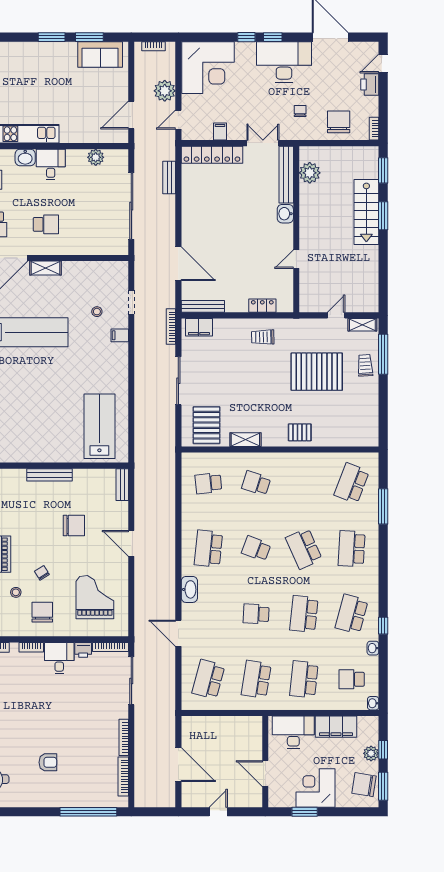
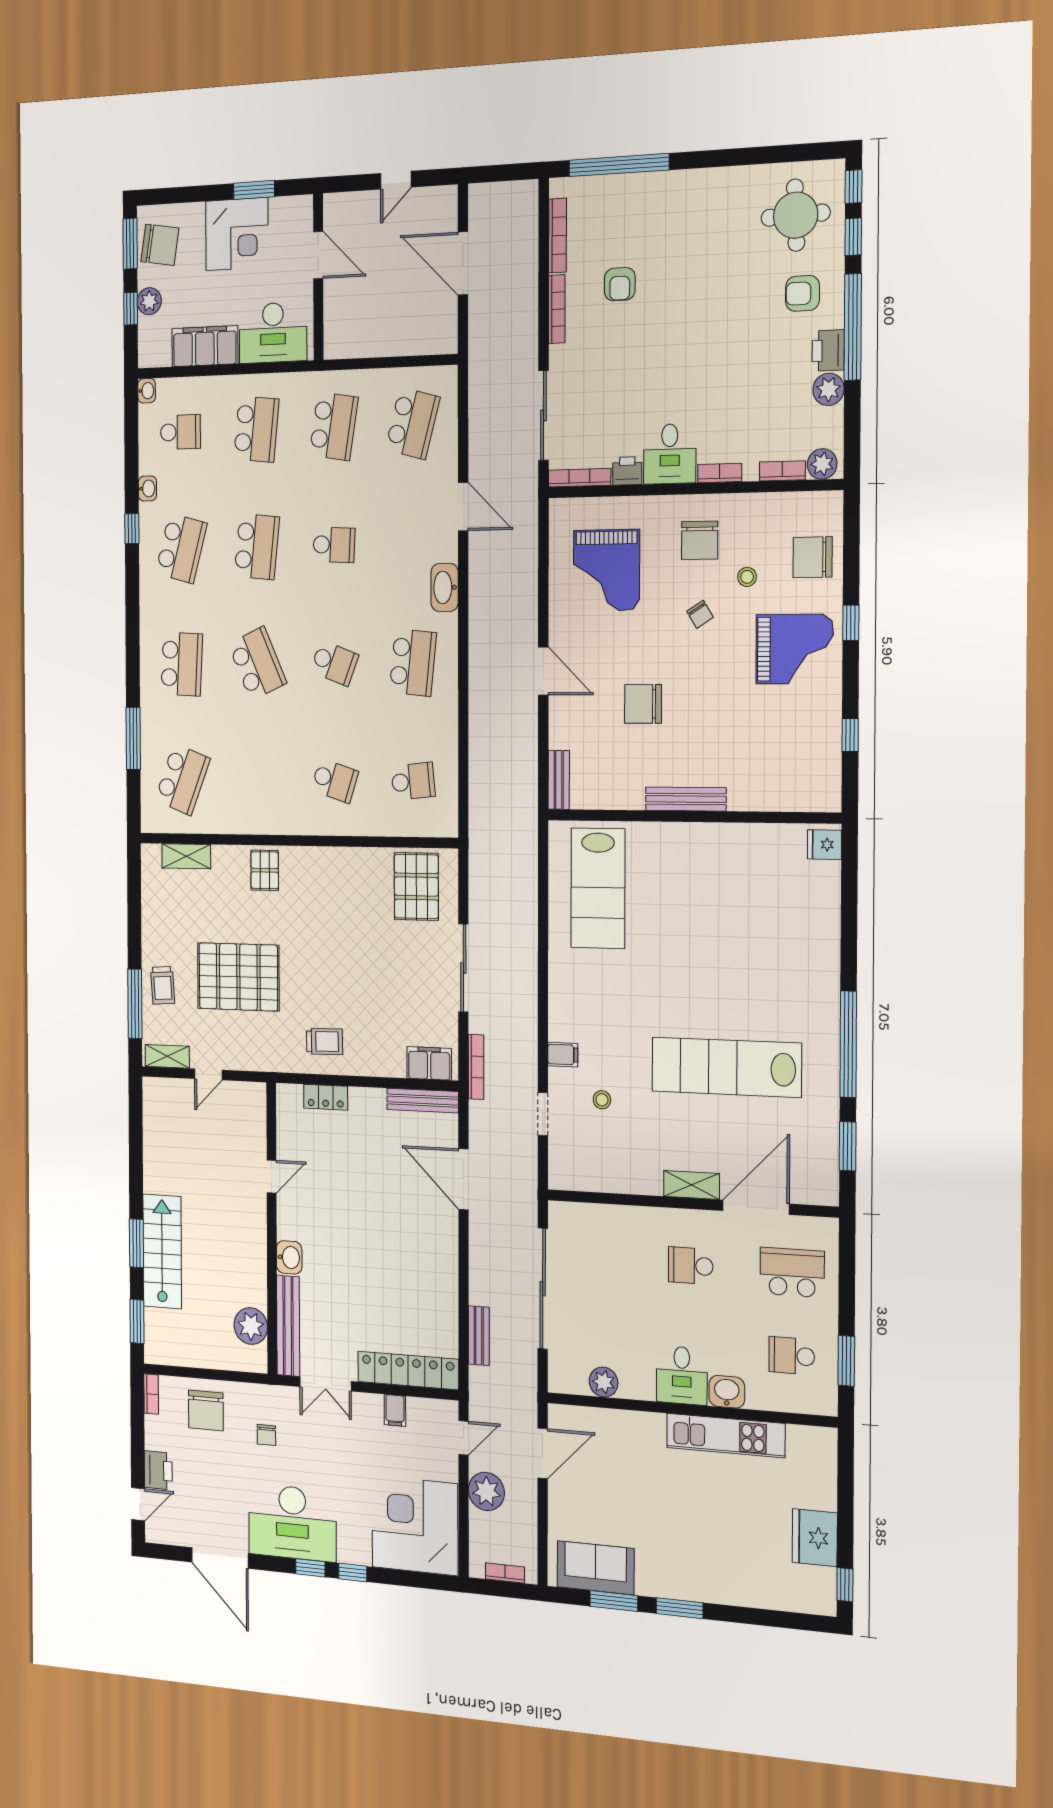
pallet: (300, 432) -> (265, 870), turned 90
shelving: (245, 440) -> (186, 856), moved
armchair: (48, 762) -> (620, 284), moved, turned -90

